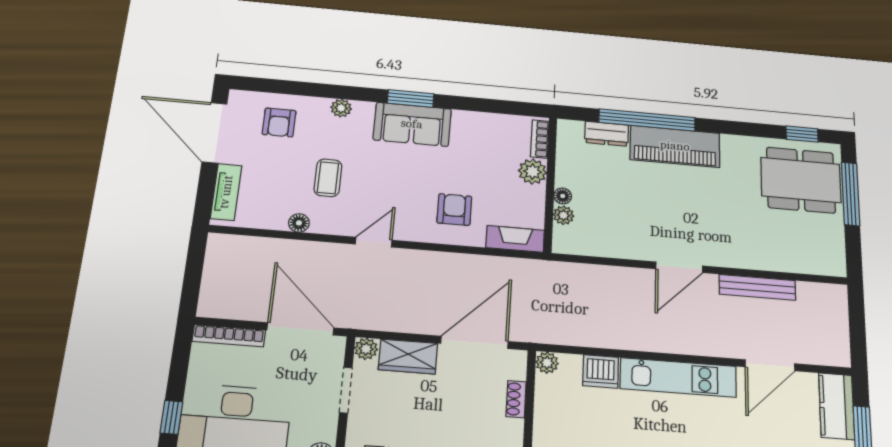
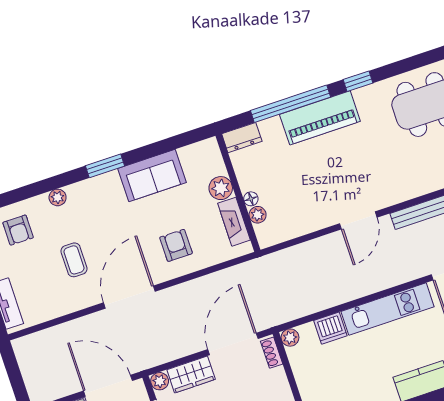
sofa: (412, 124) -> (152, 175), moved
dresser: (607, 134) -> (242, 138), moved
window: (802, 134) -> (358, 81), moved
bookcase: (540, 139) -> (215, 157), removed
floor lamp: (299, 223) -> (70, 305), removed
fireplace: (515, 239) -> (234, 222), moved, turned -90
door: (374, 242) -> (129, 297), width x1.88
shoe rack: (516, 399) -> (272, 353), moved

